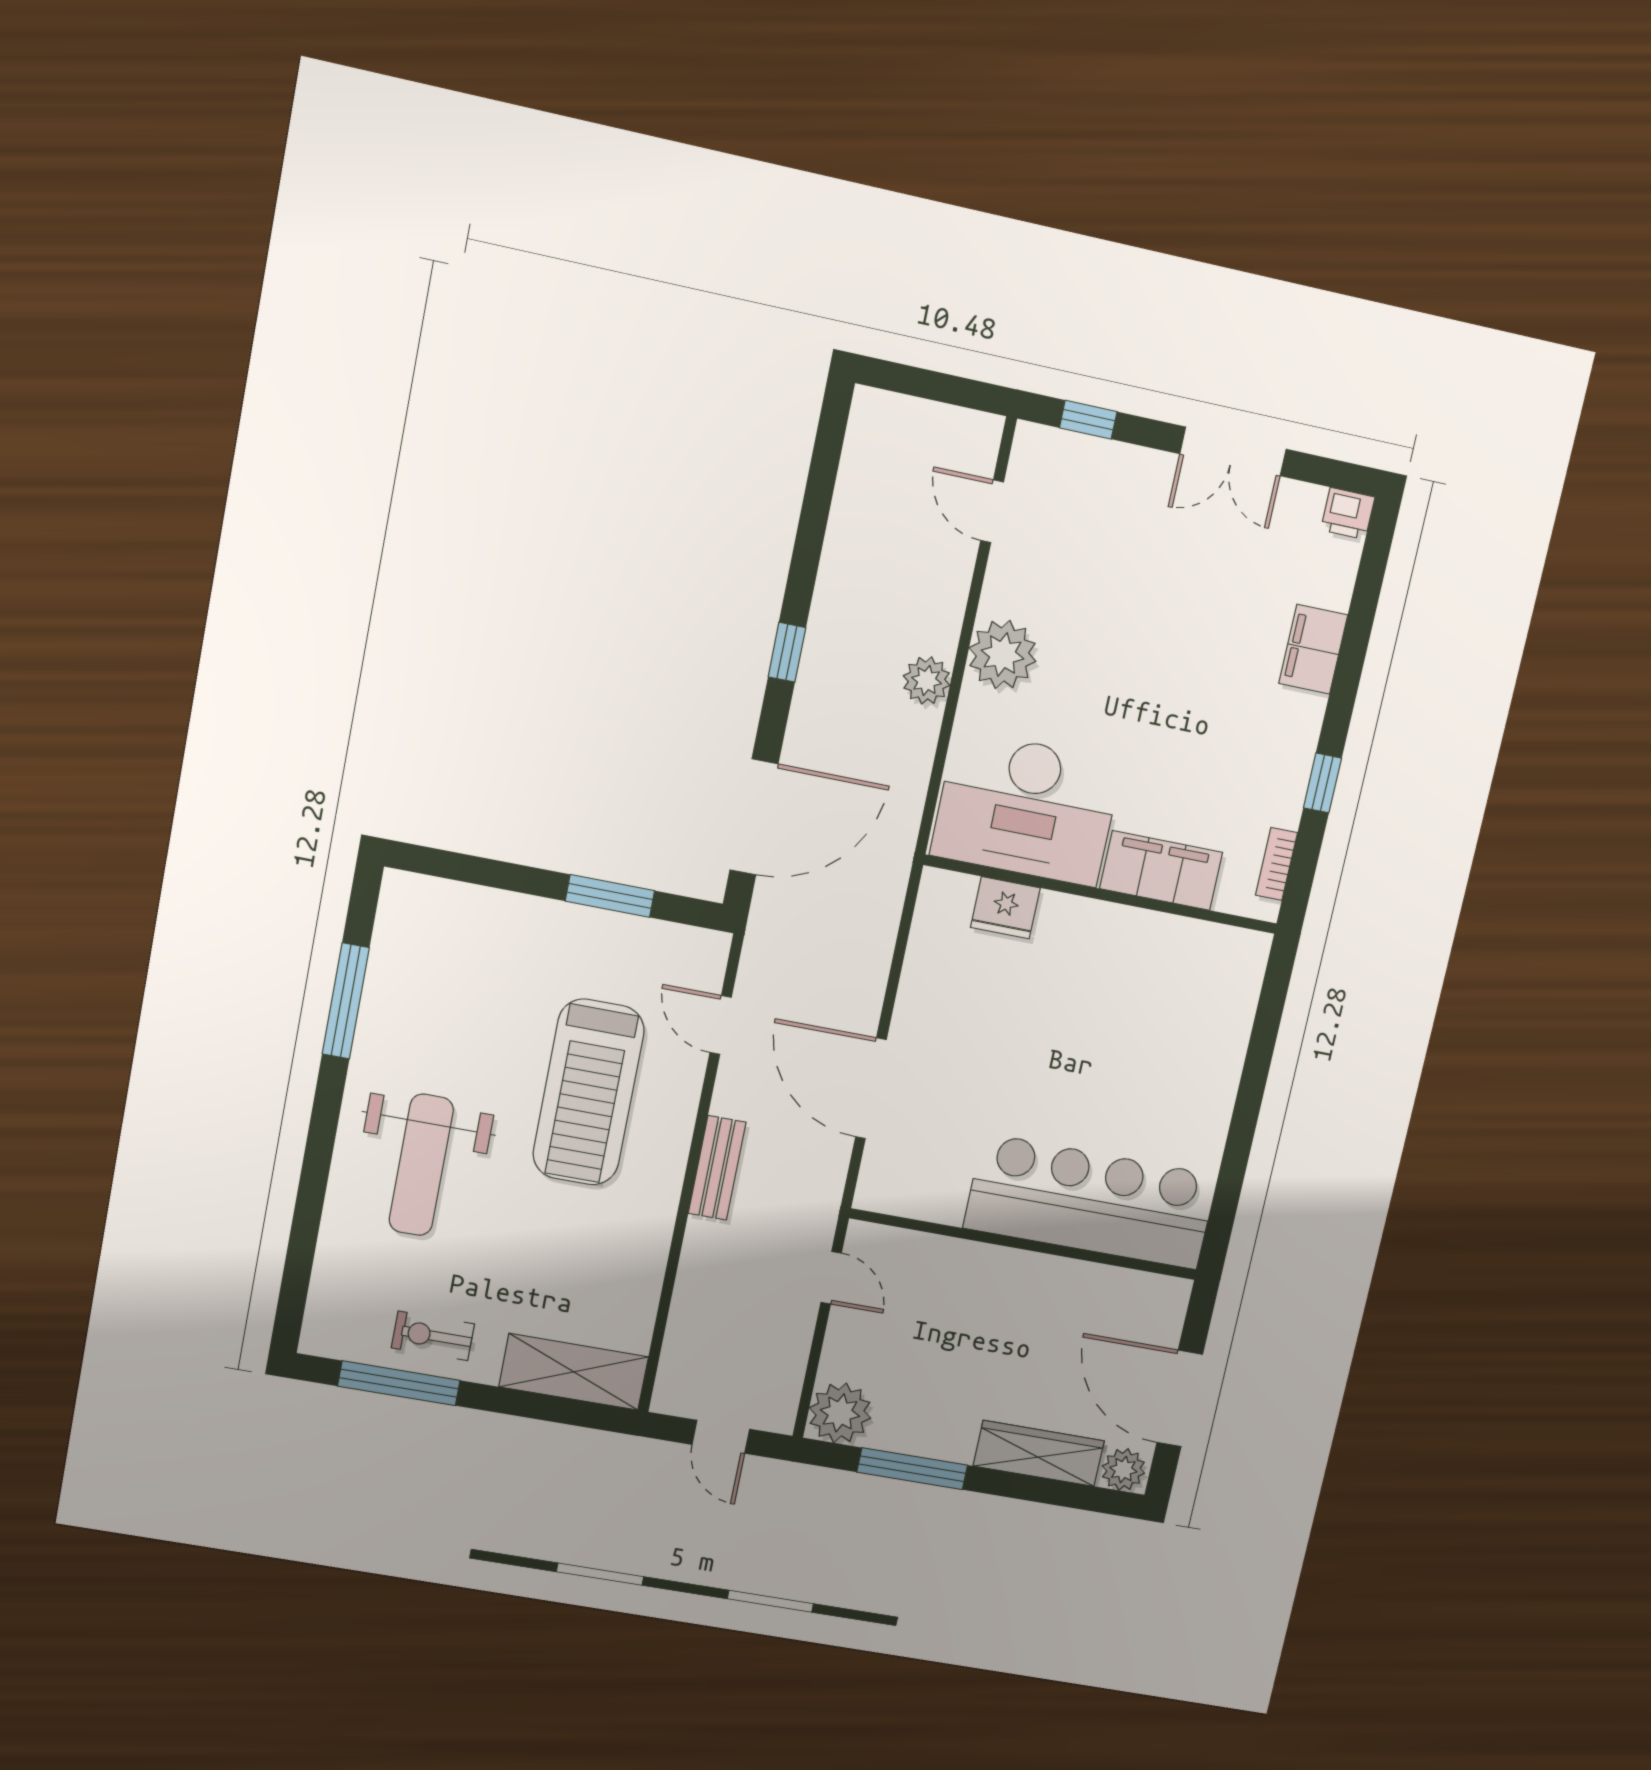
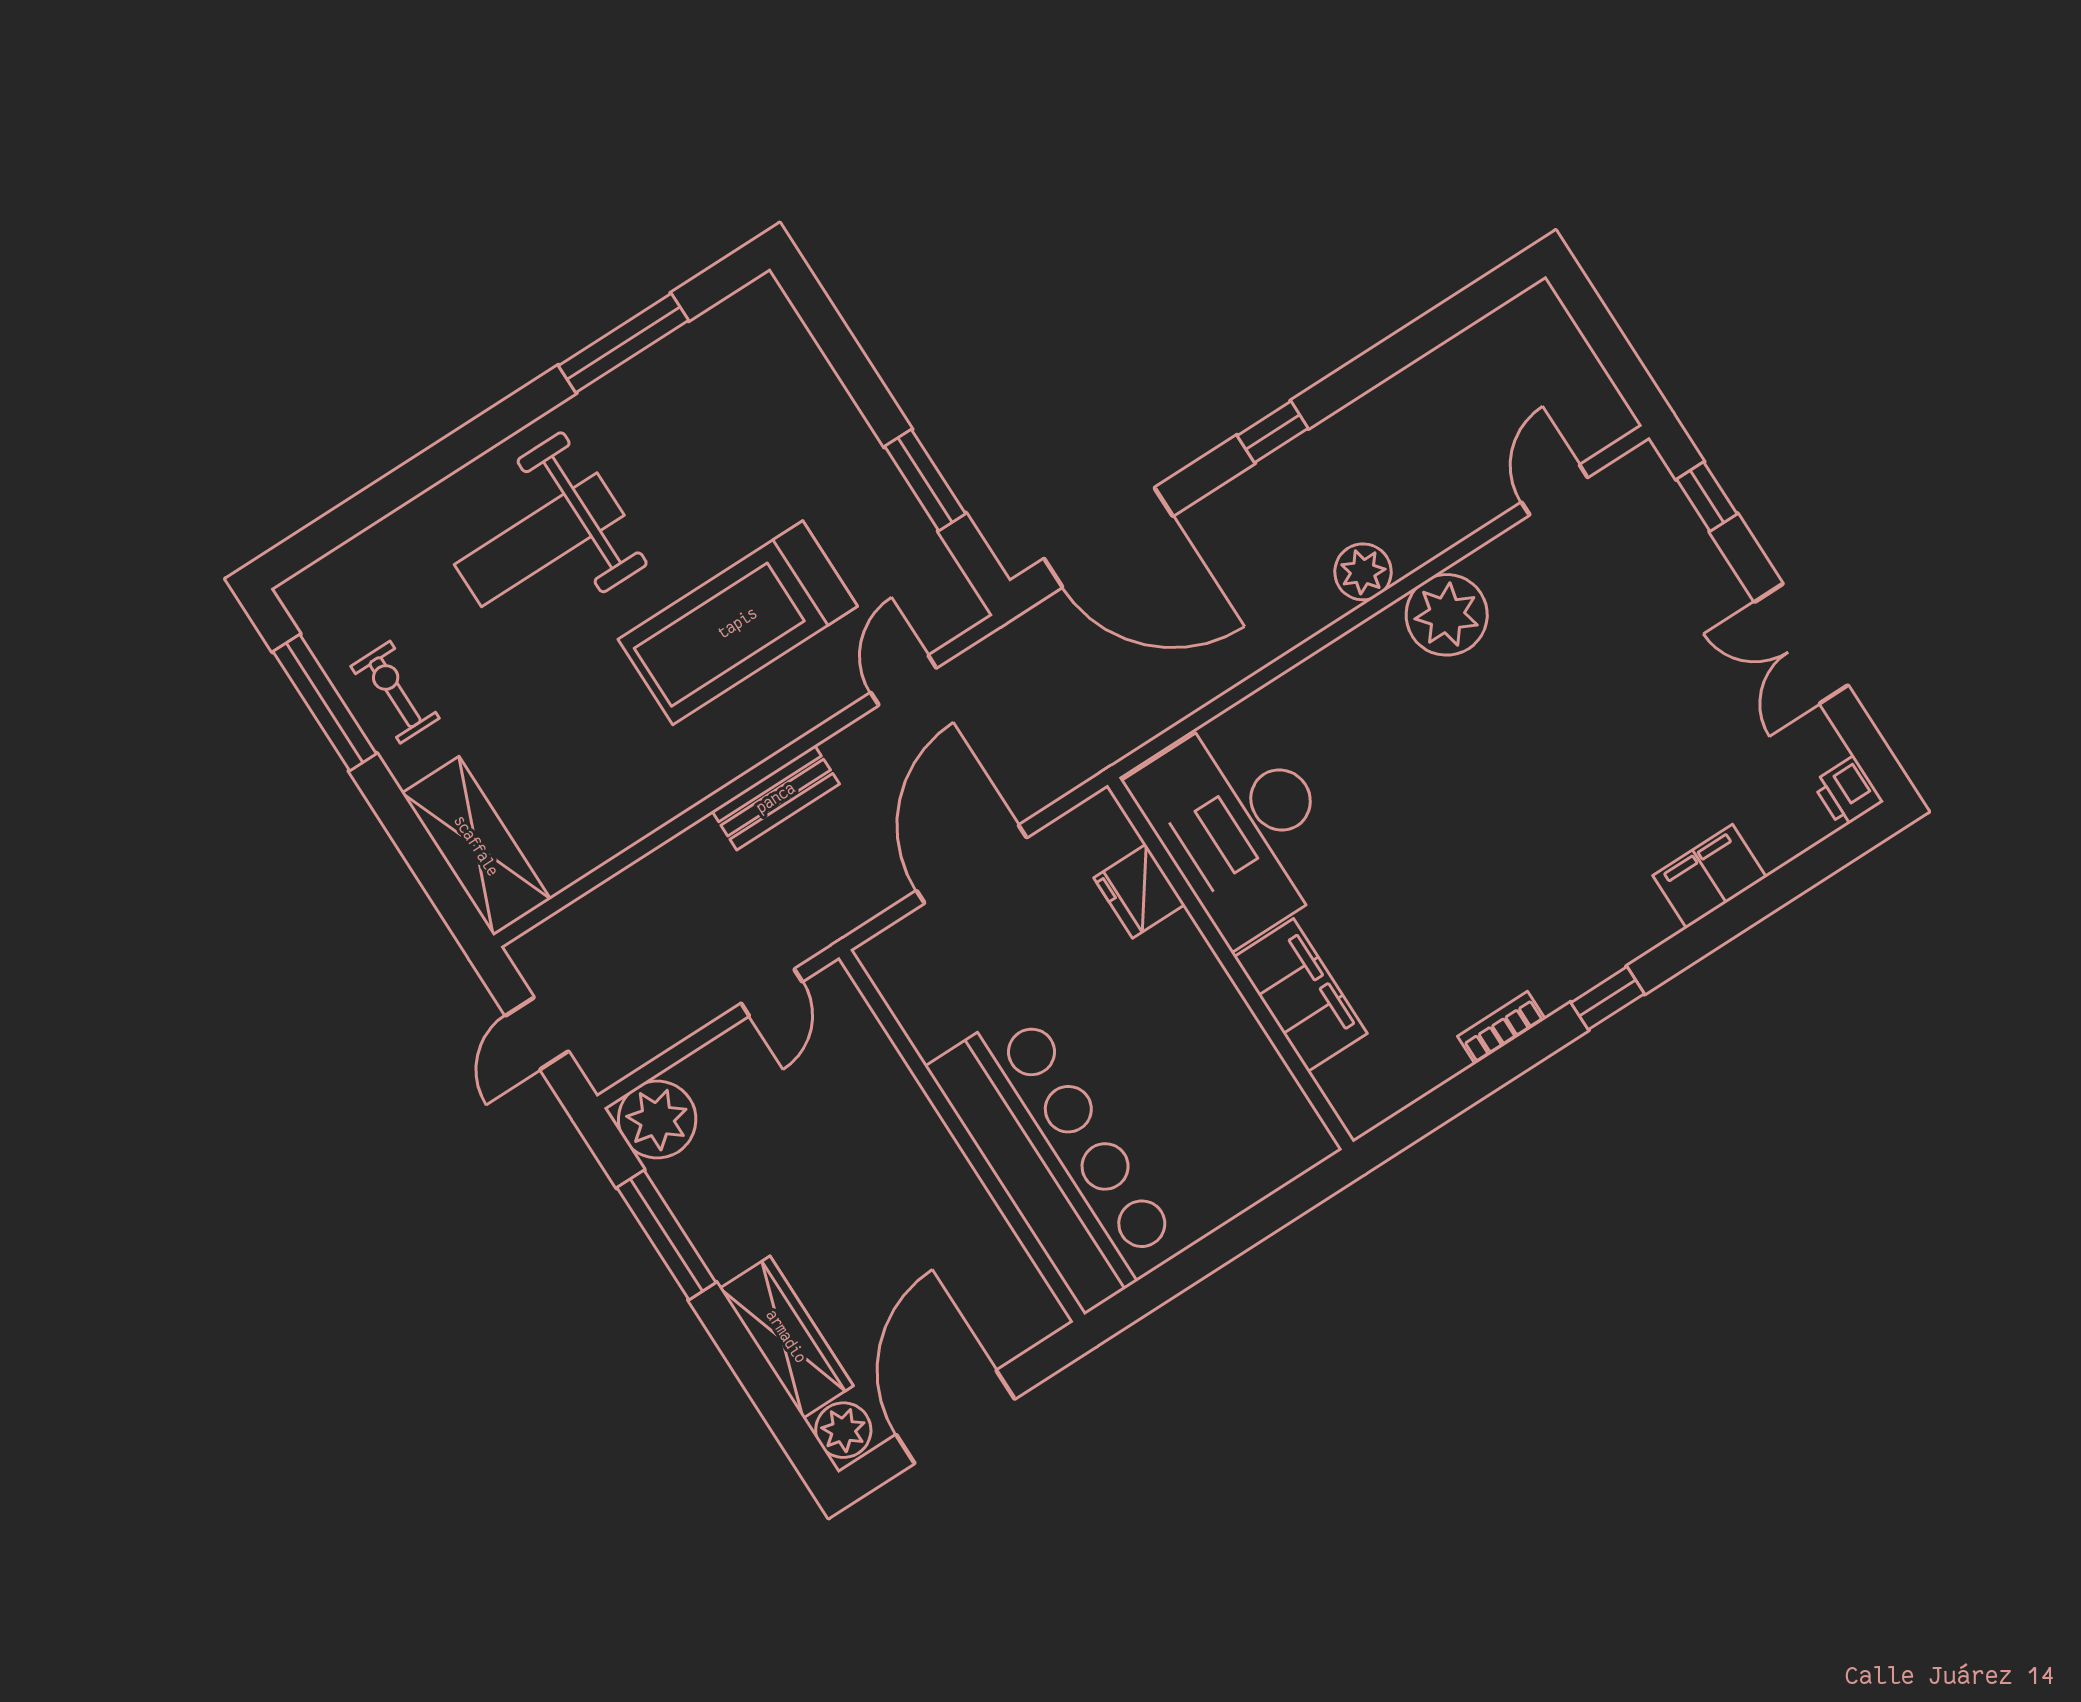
desk: (1026, 808) -> (1241, 826), moved
filing cabinet: (1161, 870) -> (1301, 995), moved
wall: (1101, 894) -> (1230, 963), moved
fridge: (1005, 908) -> (1139, 891), moved

